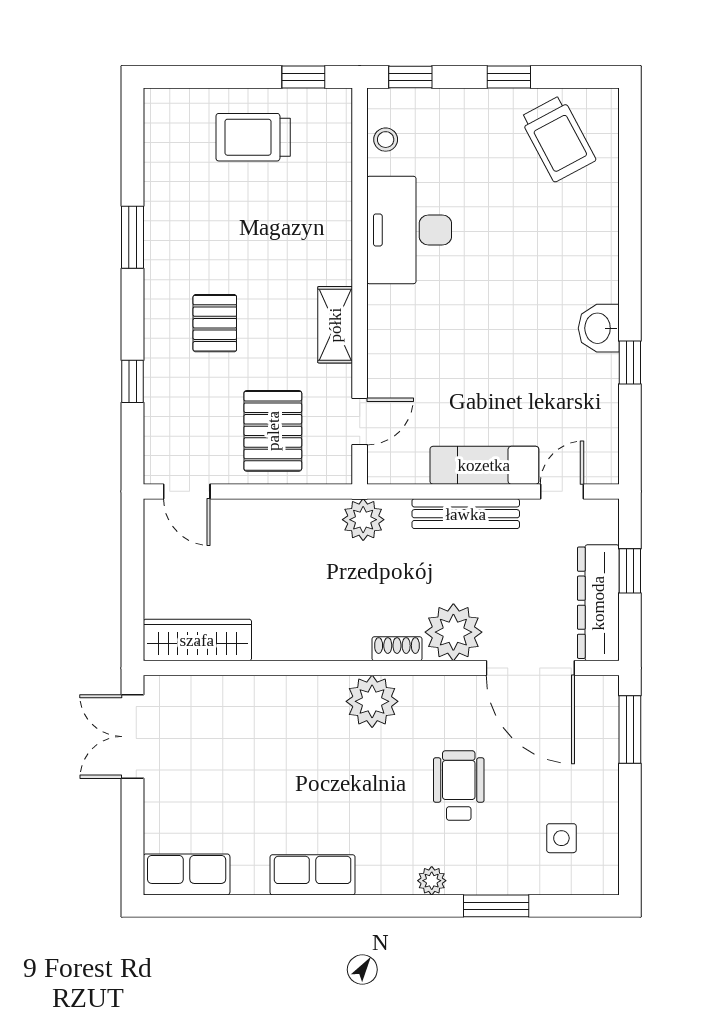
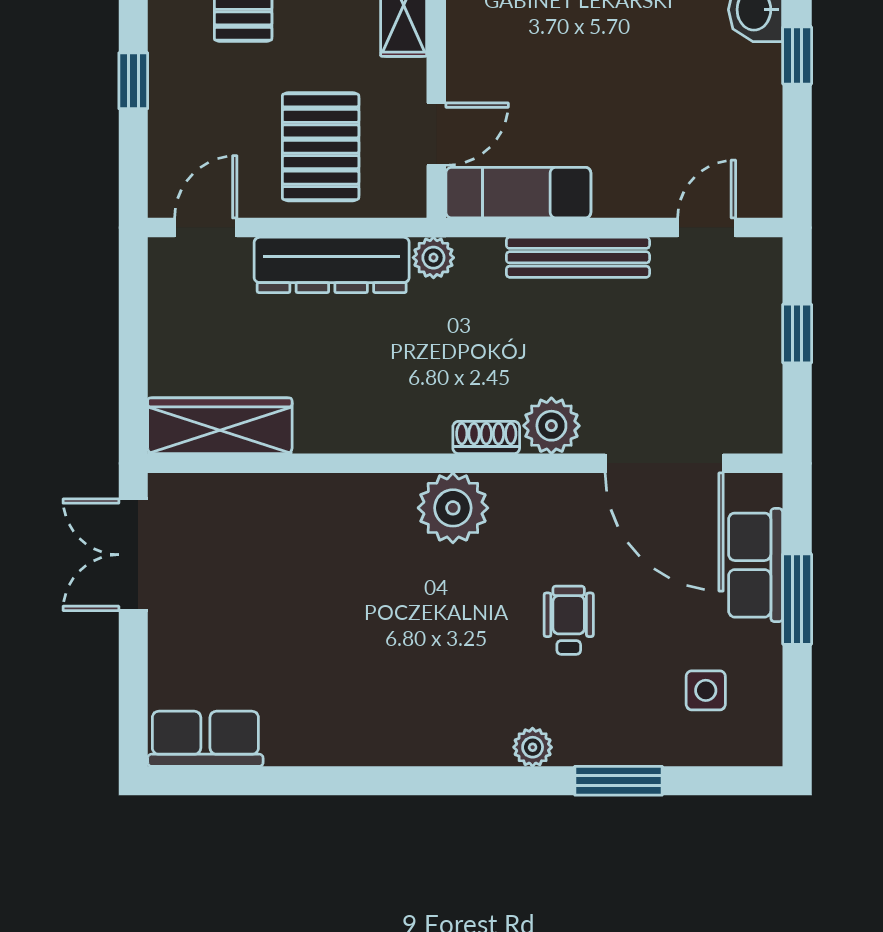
exam couch: (484, 465) -> (518, 193), moved
door: (187, 491) -> (206, 228), swing flipped
plant: (363, 520) -> (433, 258), width x0.73, depth x0.73
dresser: (598, 603) -> (332, 265), moved, turned -90
plant: (453, 632) -> (551, 426), width x0.73, depth x0.73
window: (630, 729) -> (797, 599), moved
wheelchair: (459, 786) -> (569, 620), width x0.73, depth x0.73
row of seats: (313, 875) -> (756, 565), moved, turned -90

